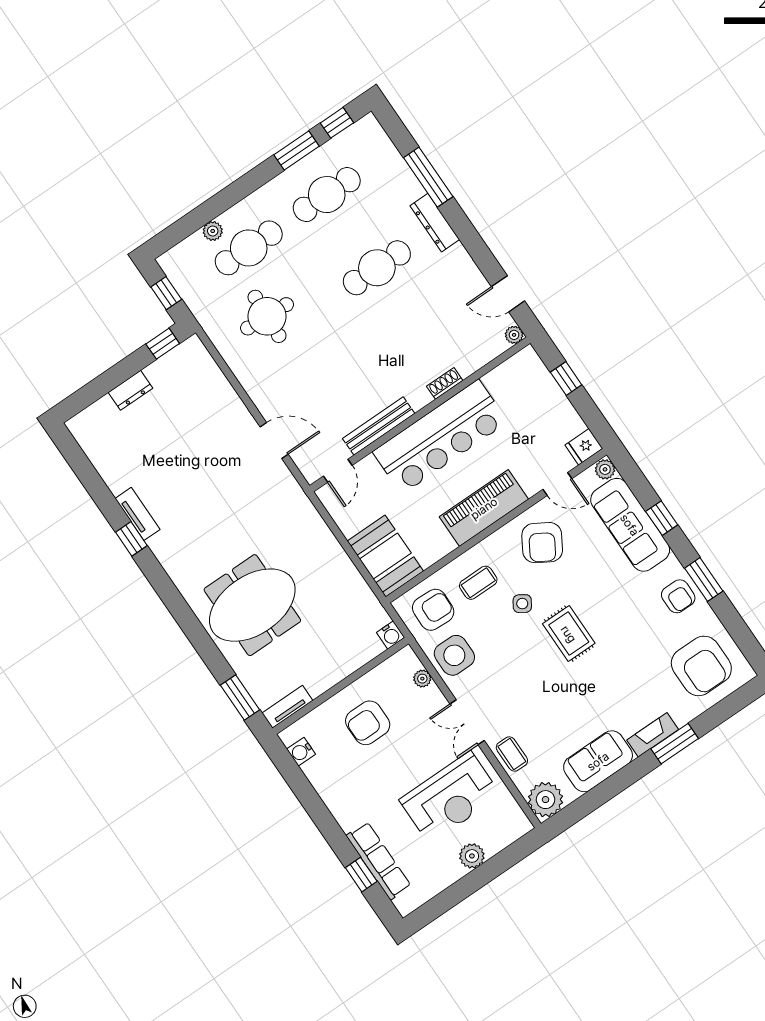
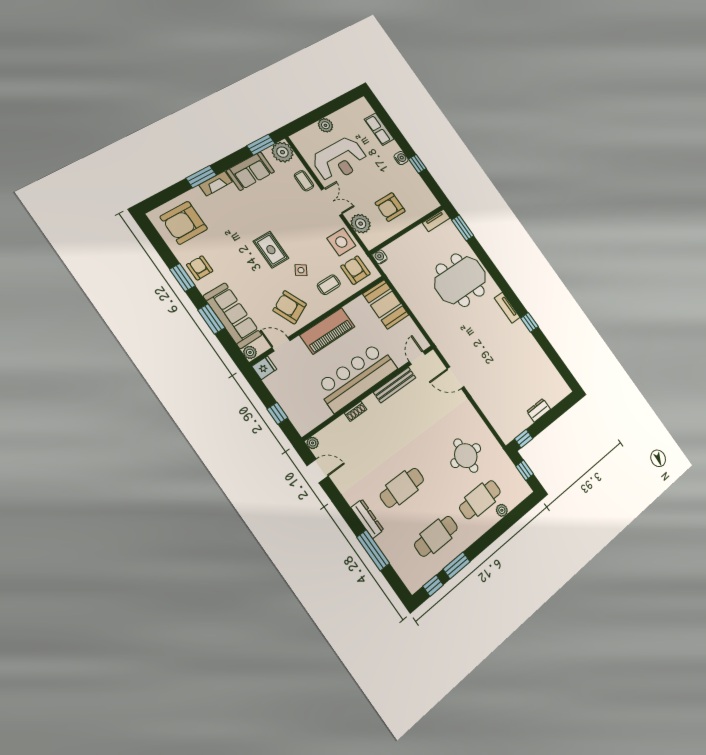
tv unit: (137, 514) -> (507, 308), moved
window: (662, 518) -> (211, 319), width x1.50
armchair: (542, 543) -> (290, 307), turned -56
armchair: (433, 610) -> (355, 270), turned 88
armchair: (701, 666) -> (184, 223), turned -90
plant: (422, 679) -> (361, 224), width x1.88, depth x1.88
armchair: (368, 723) -> (390, 207), turned 180
water cooler: (301, 752) -> (401, 158), moved
reception desk: (450, 797) -> (340, 160), turned 180
window: (580, 808) -> (261, 145), added
row of seats: (379, 861) -> (379, 129), width x0.68
window: (361, 875) -> (417, 164), moved

